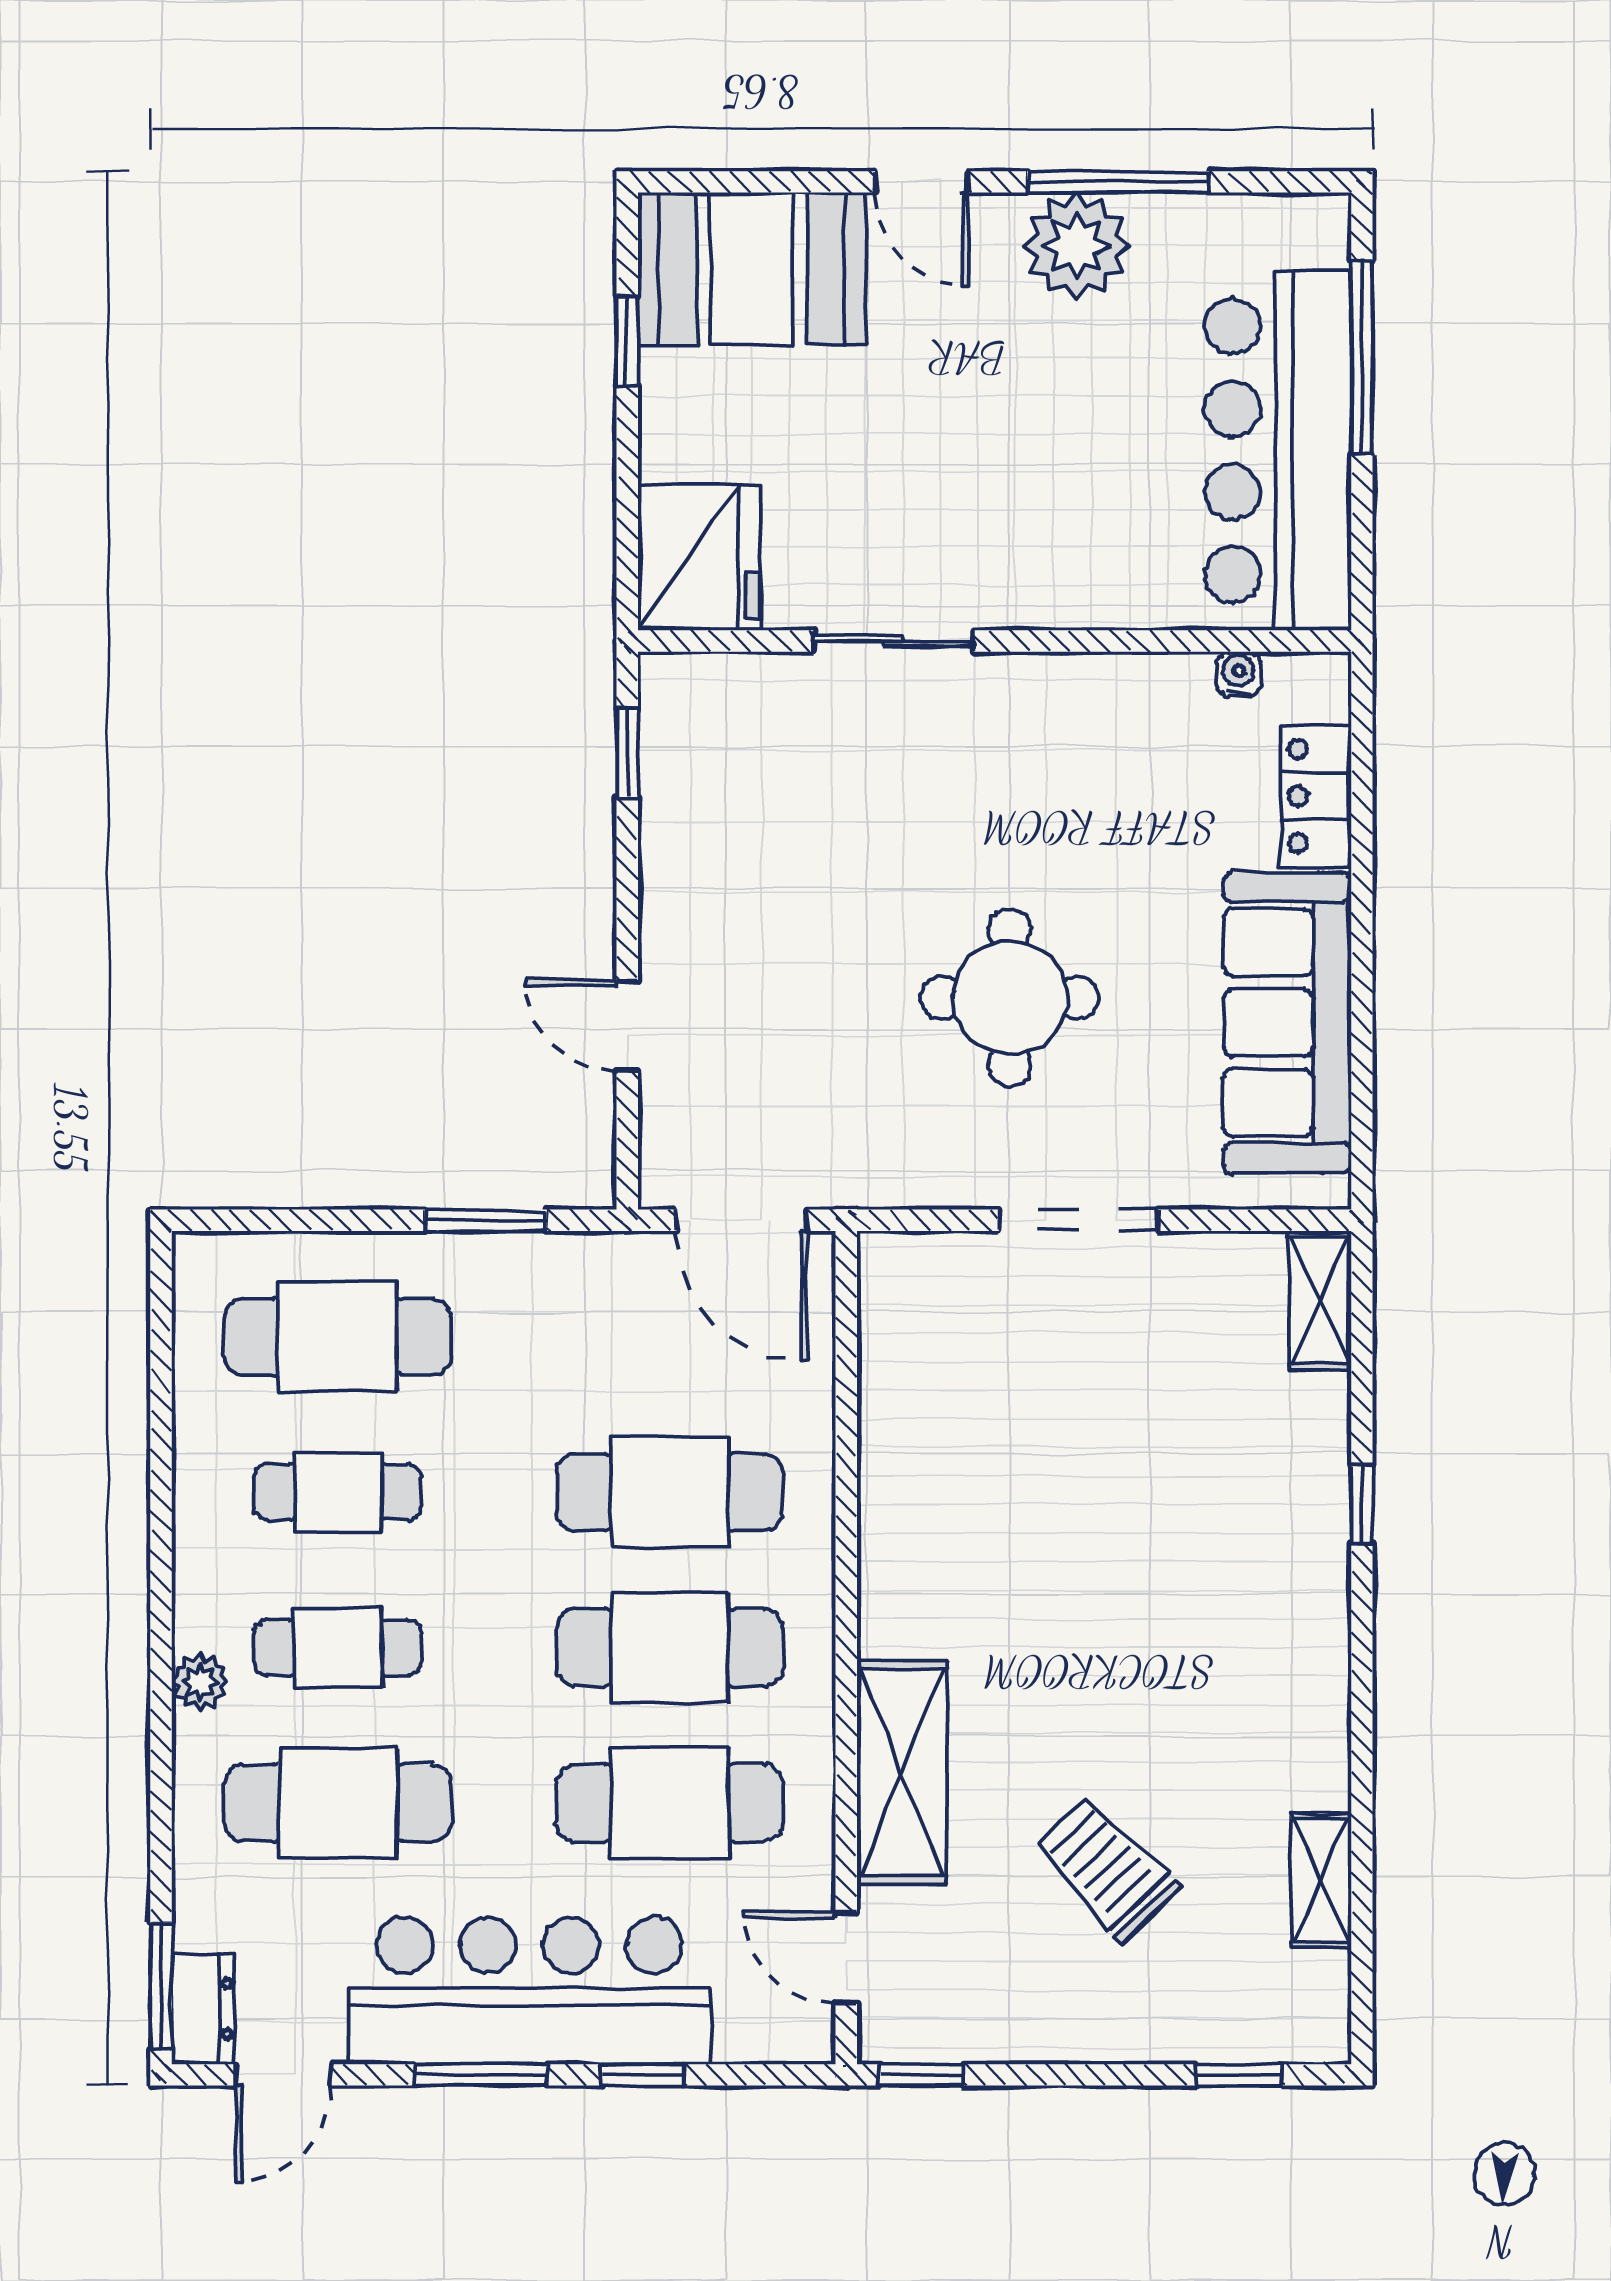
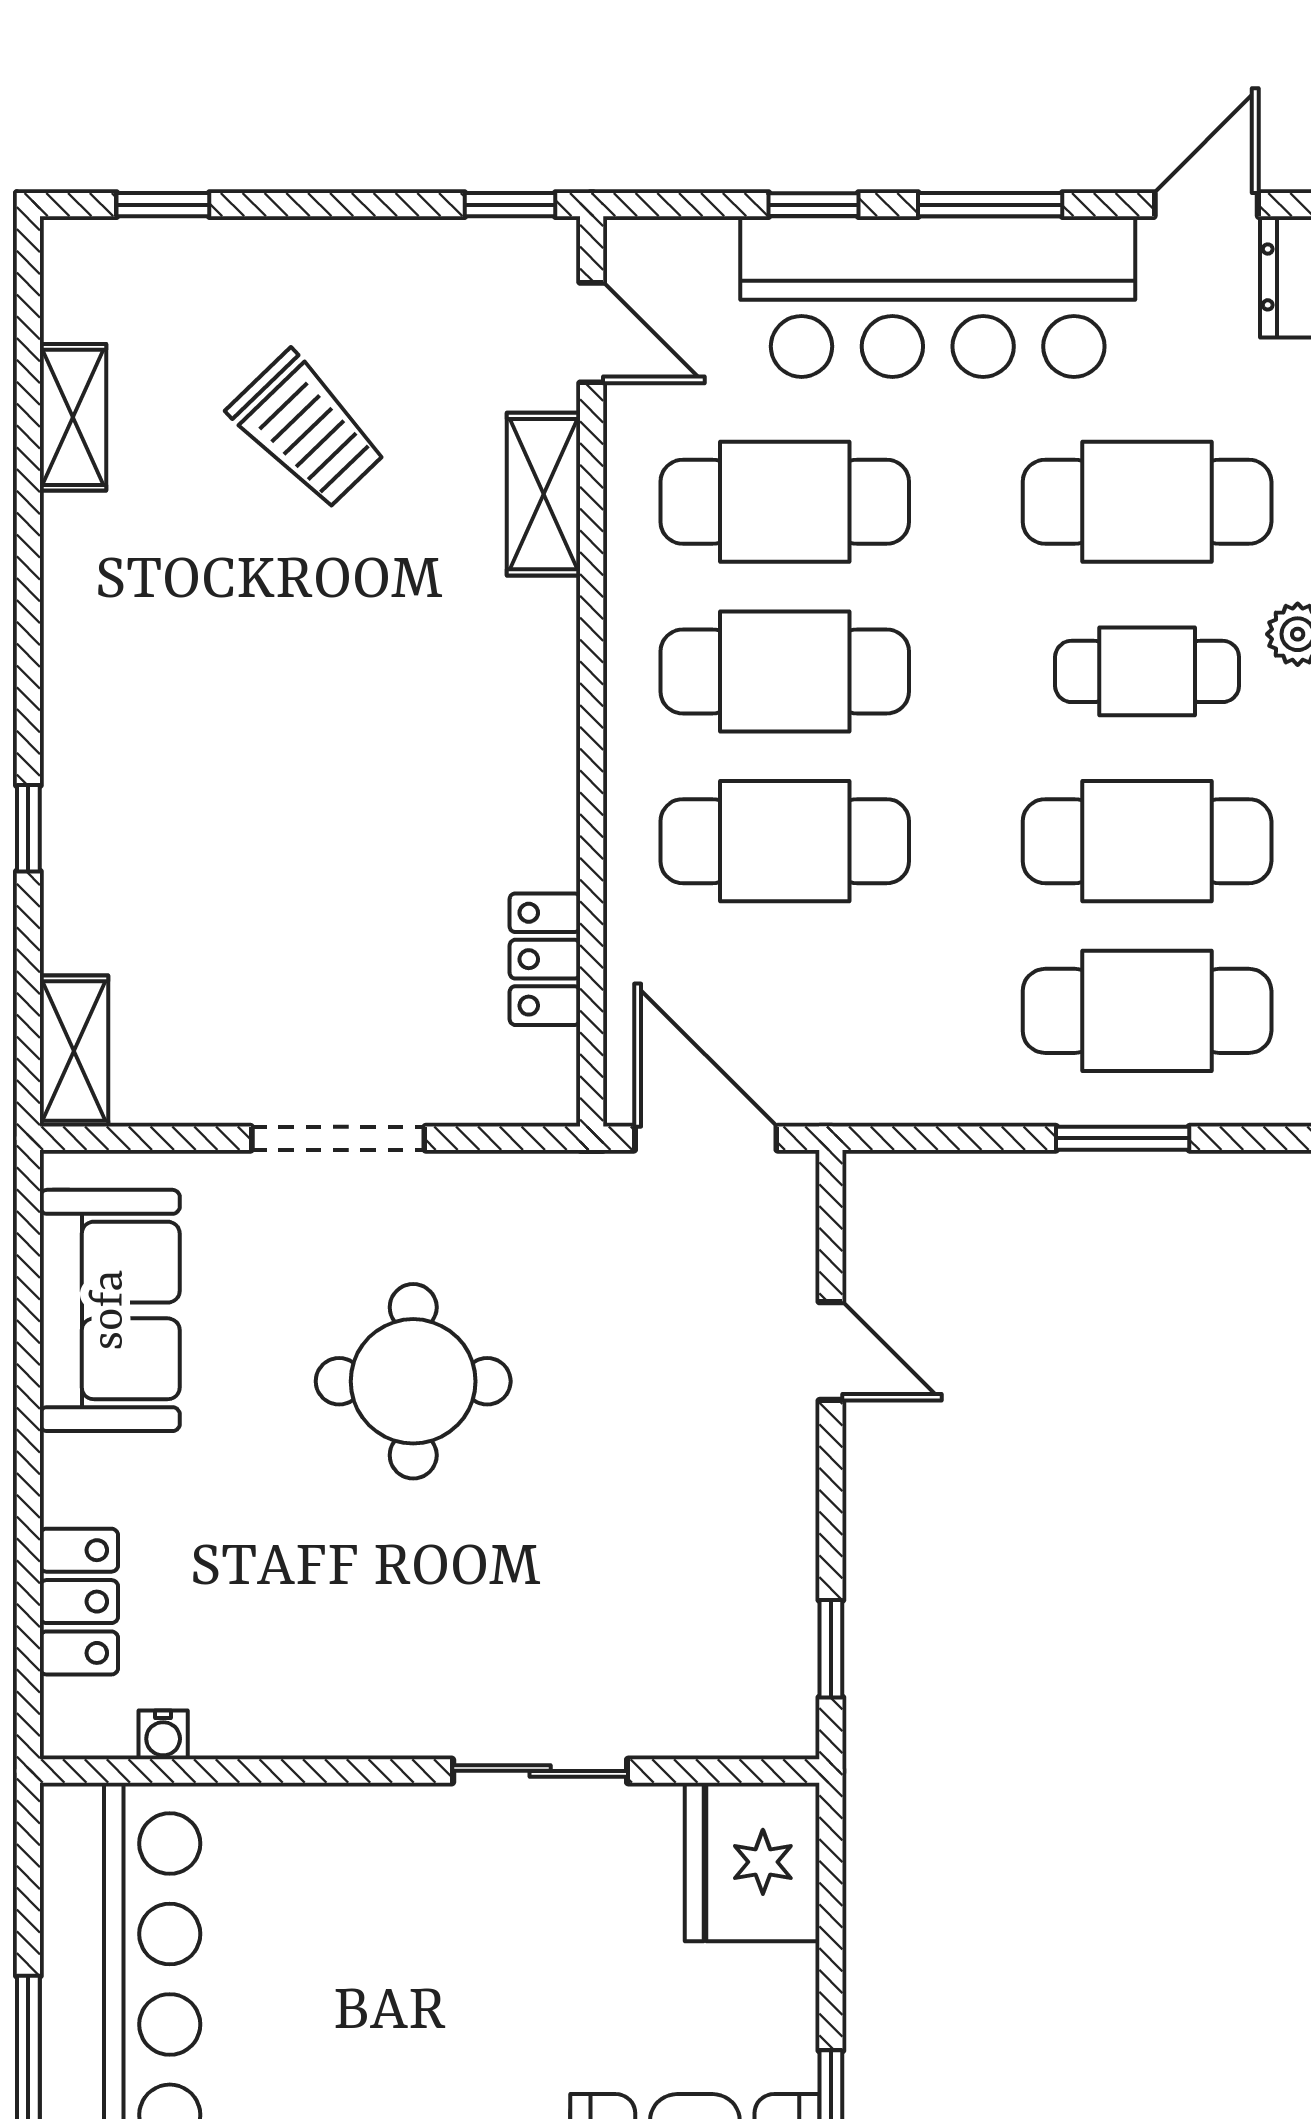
sofa: (1287, 1023) -> (110, 1310), width x0.73
window: (486, 1220) -> (1123, 1138), moved
locker: (889, 1384) -> (545, 959), added
cafe table: (338, 1492) -> (1147, 841), width x1.37, depth x1.35
shelving: (902, 1773) -> (543, 494), width x0.67, depth x0.75

